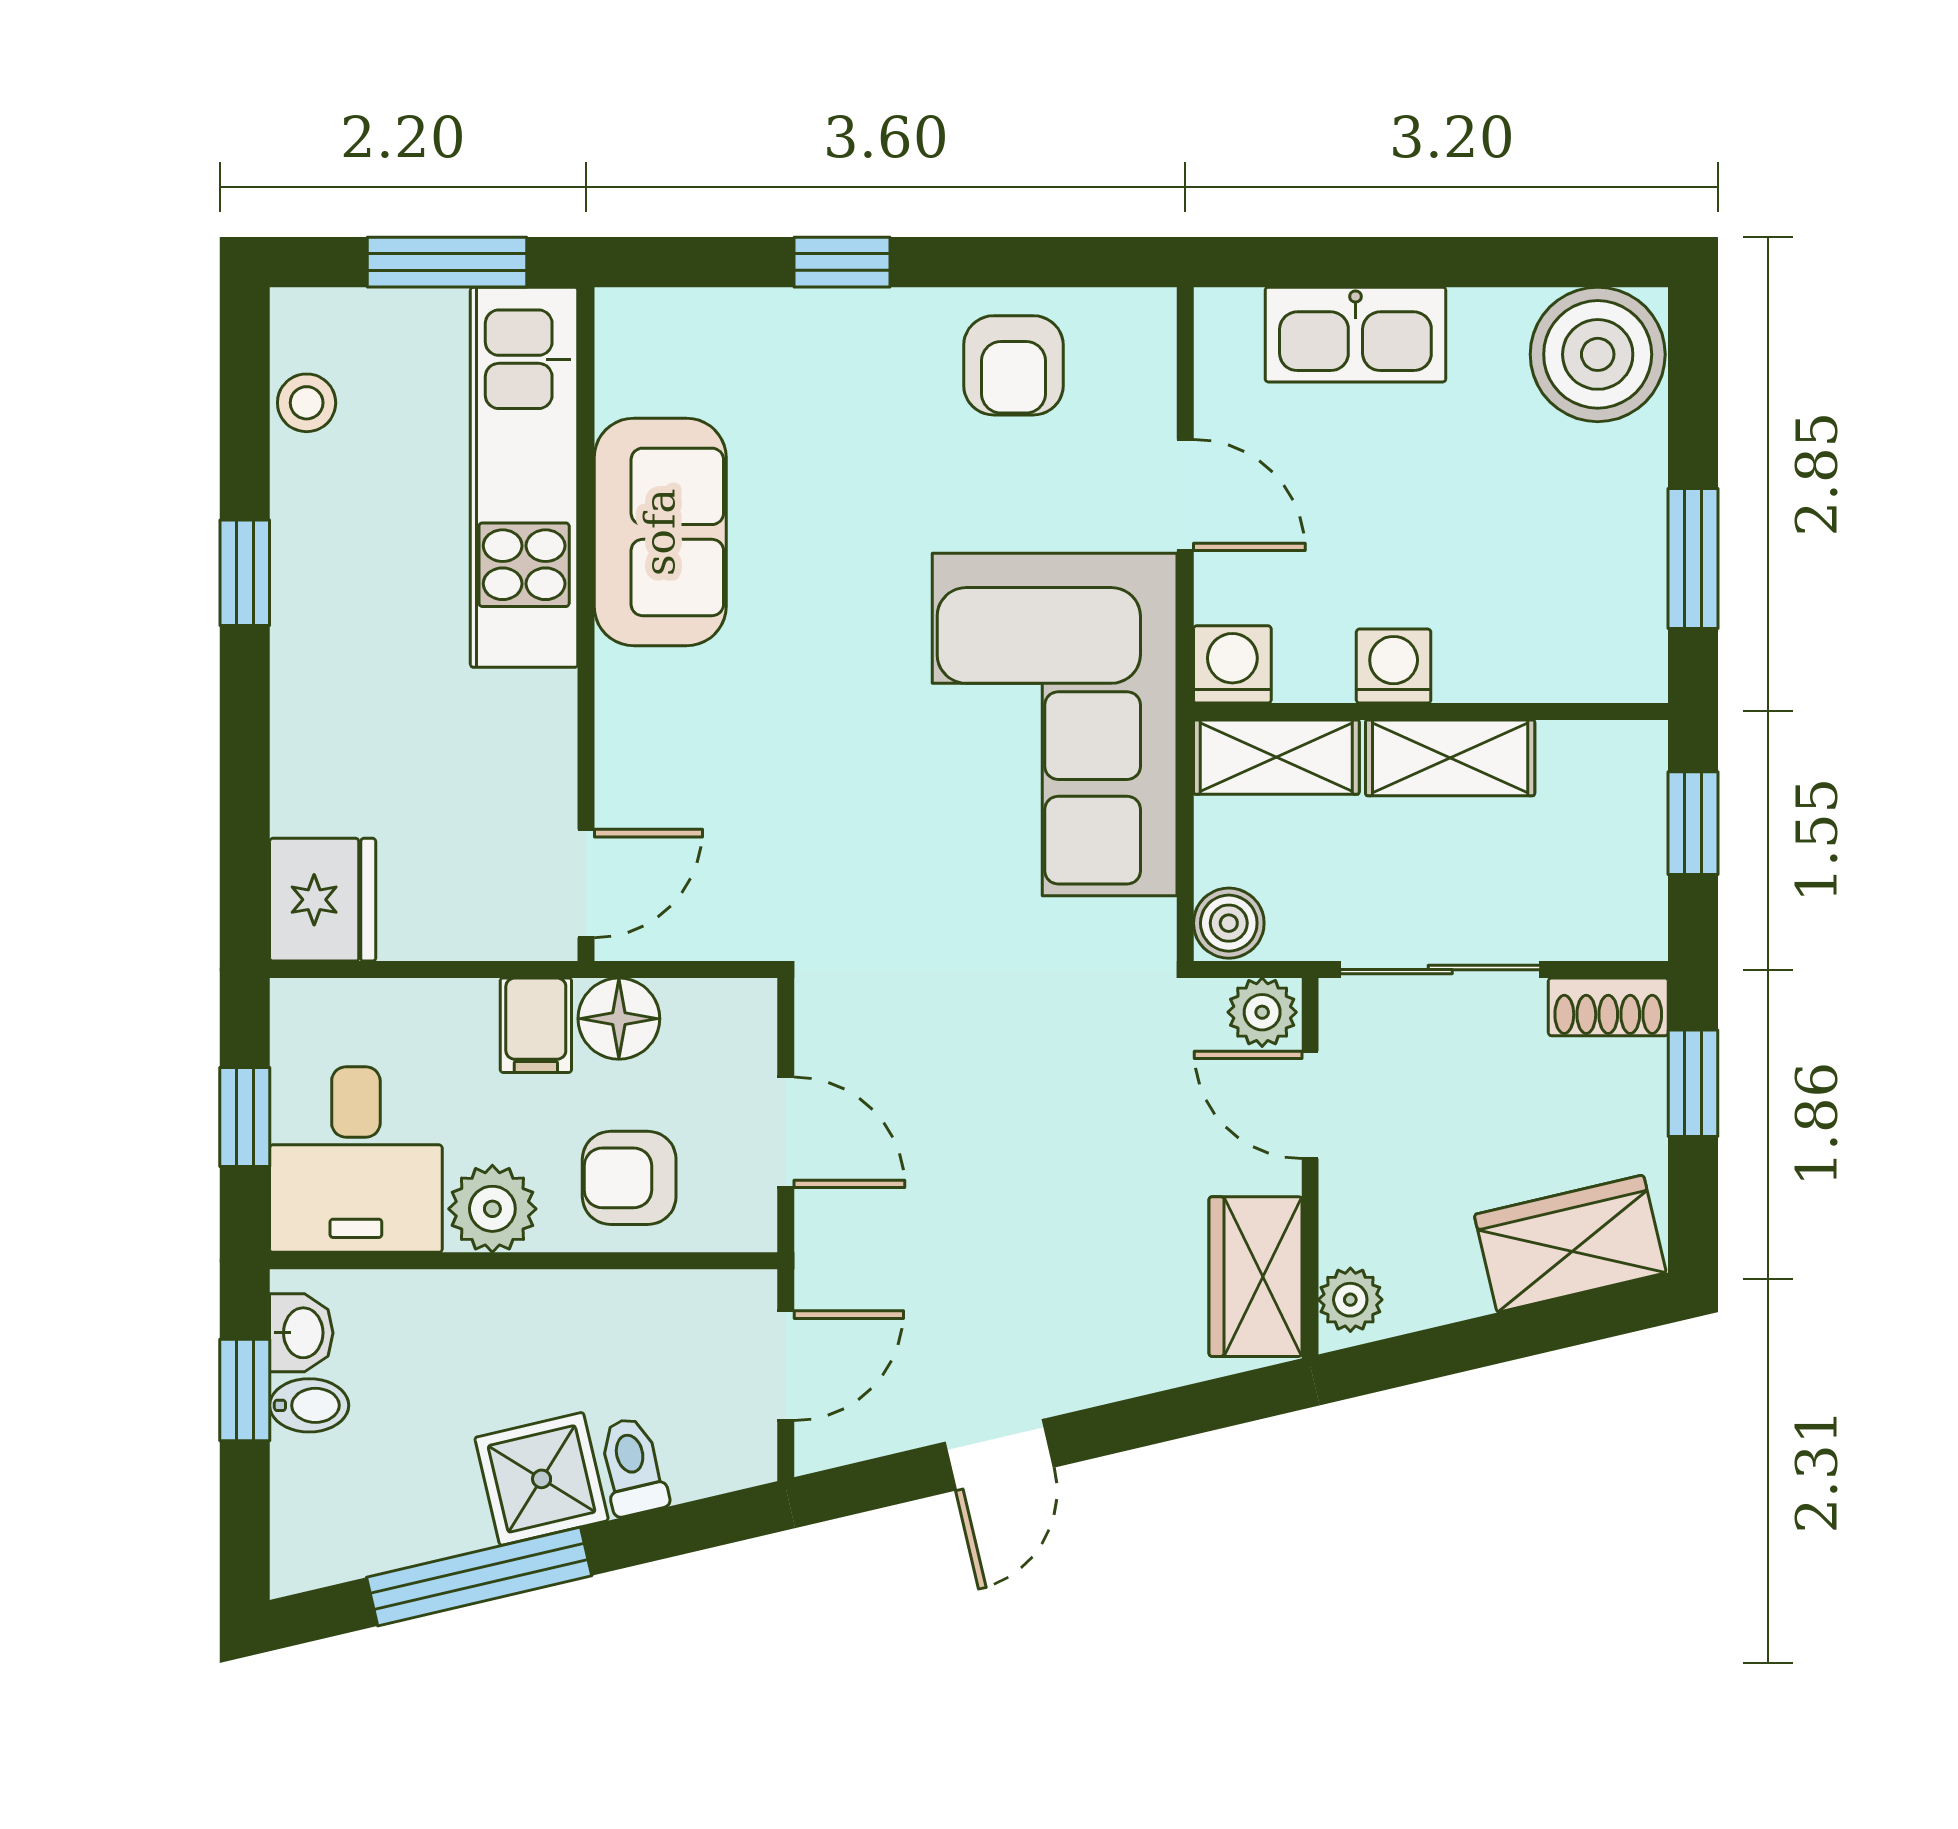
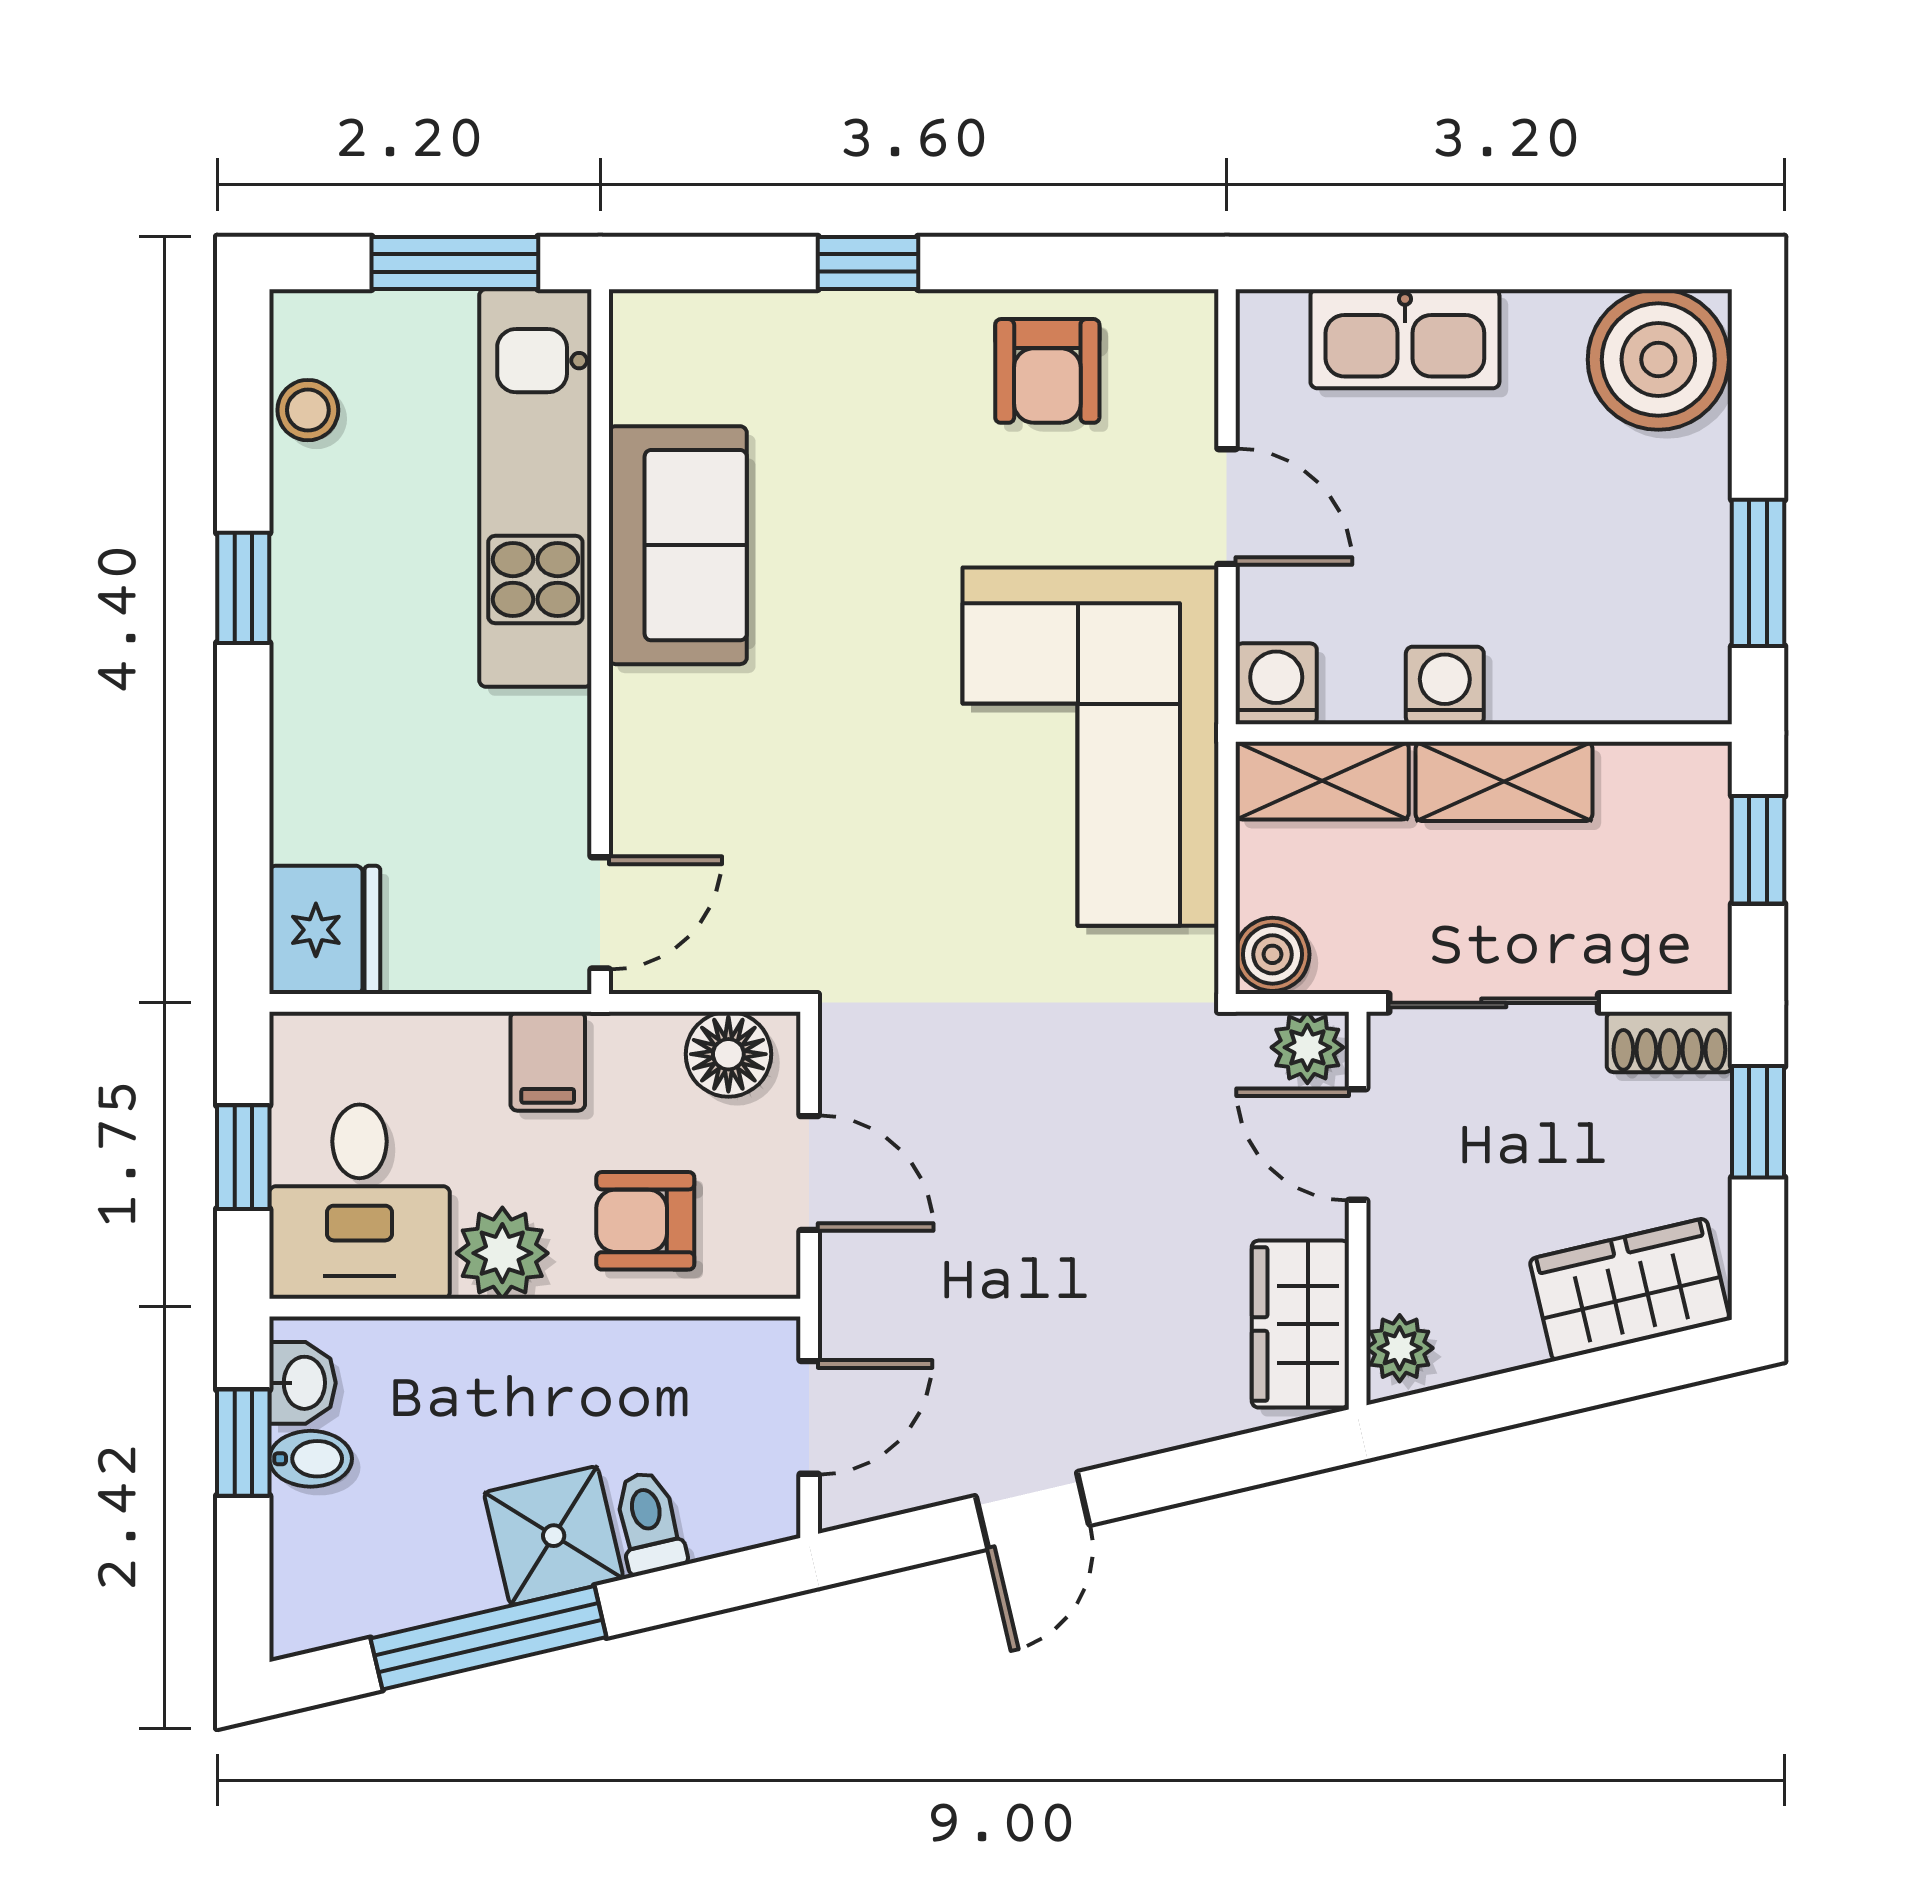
floor lamp: (619, 1019) -> (728, 1054), moved

